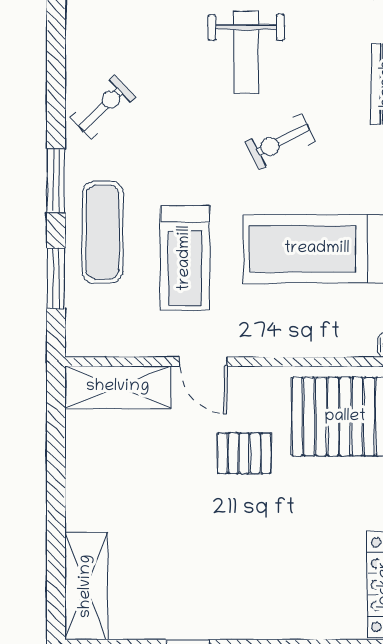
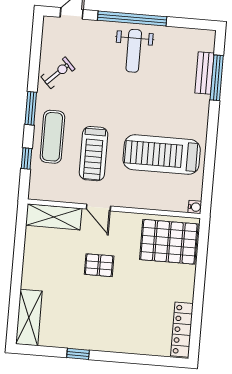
exercise bike: (280, 141) -> (147, 98), removed
window: (56, 278) -> (27, 159), width x0.67
pallet: (244, 453) -> (99, 265), moved

